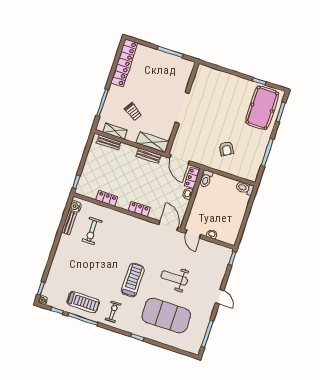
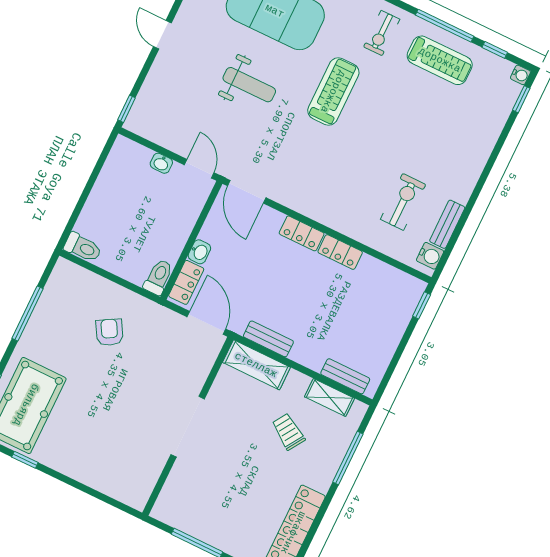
locker: (107, 198) -> (340, 252), moved
treadmill: (133, 280) -> (333, 92), turned 180
treadmill: (83, 302) -> (440, 60), turned 180

